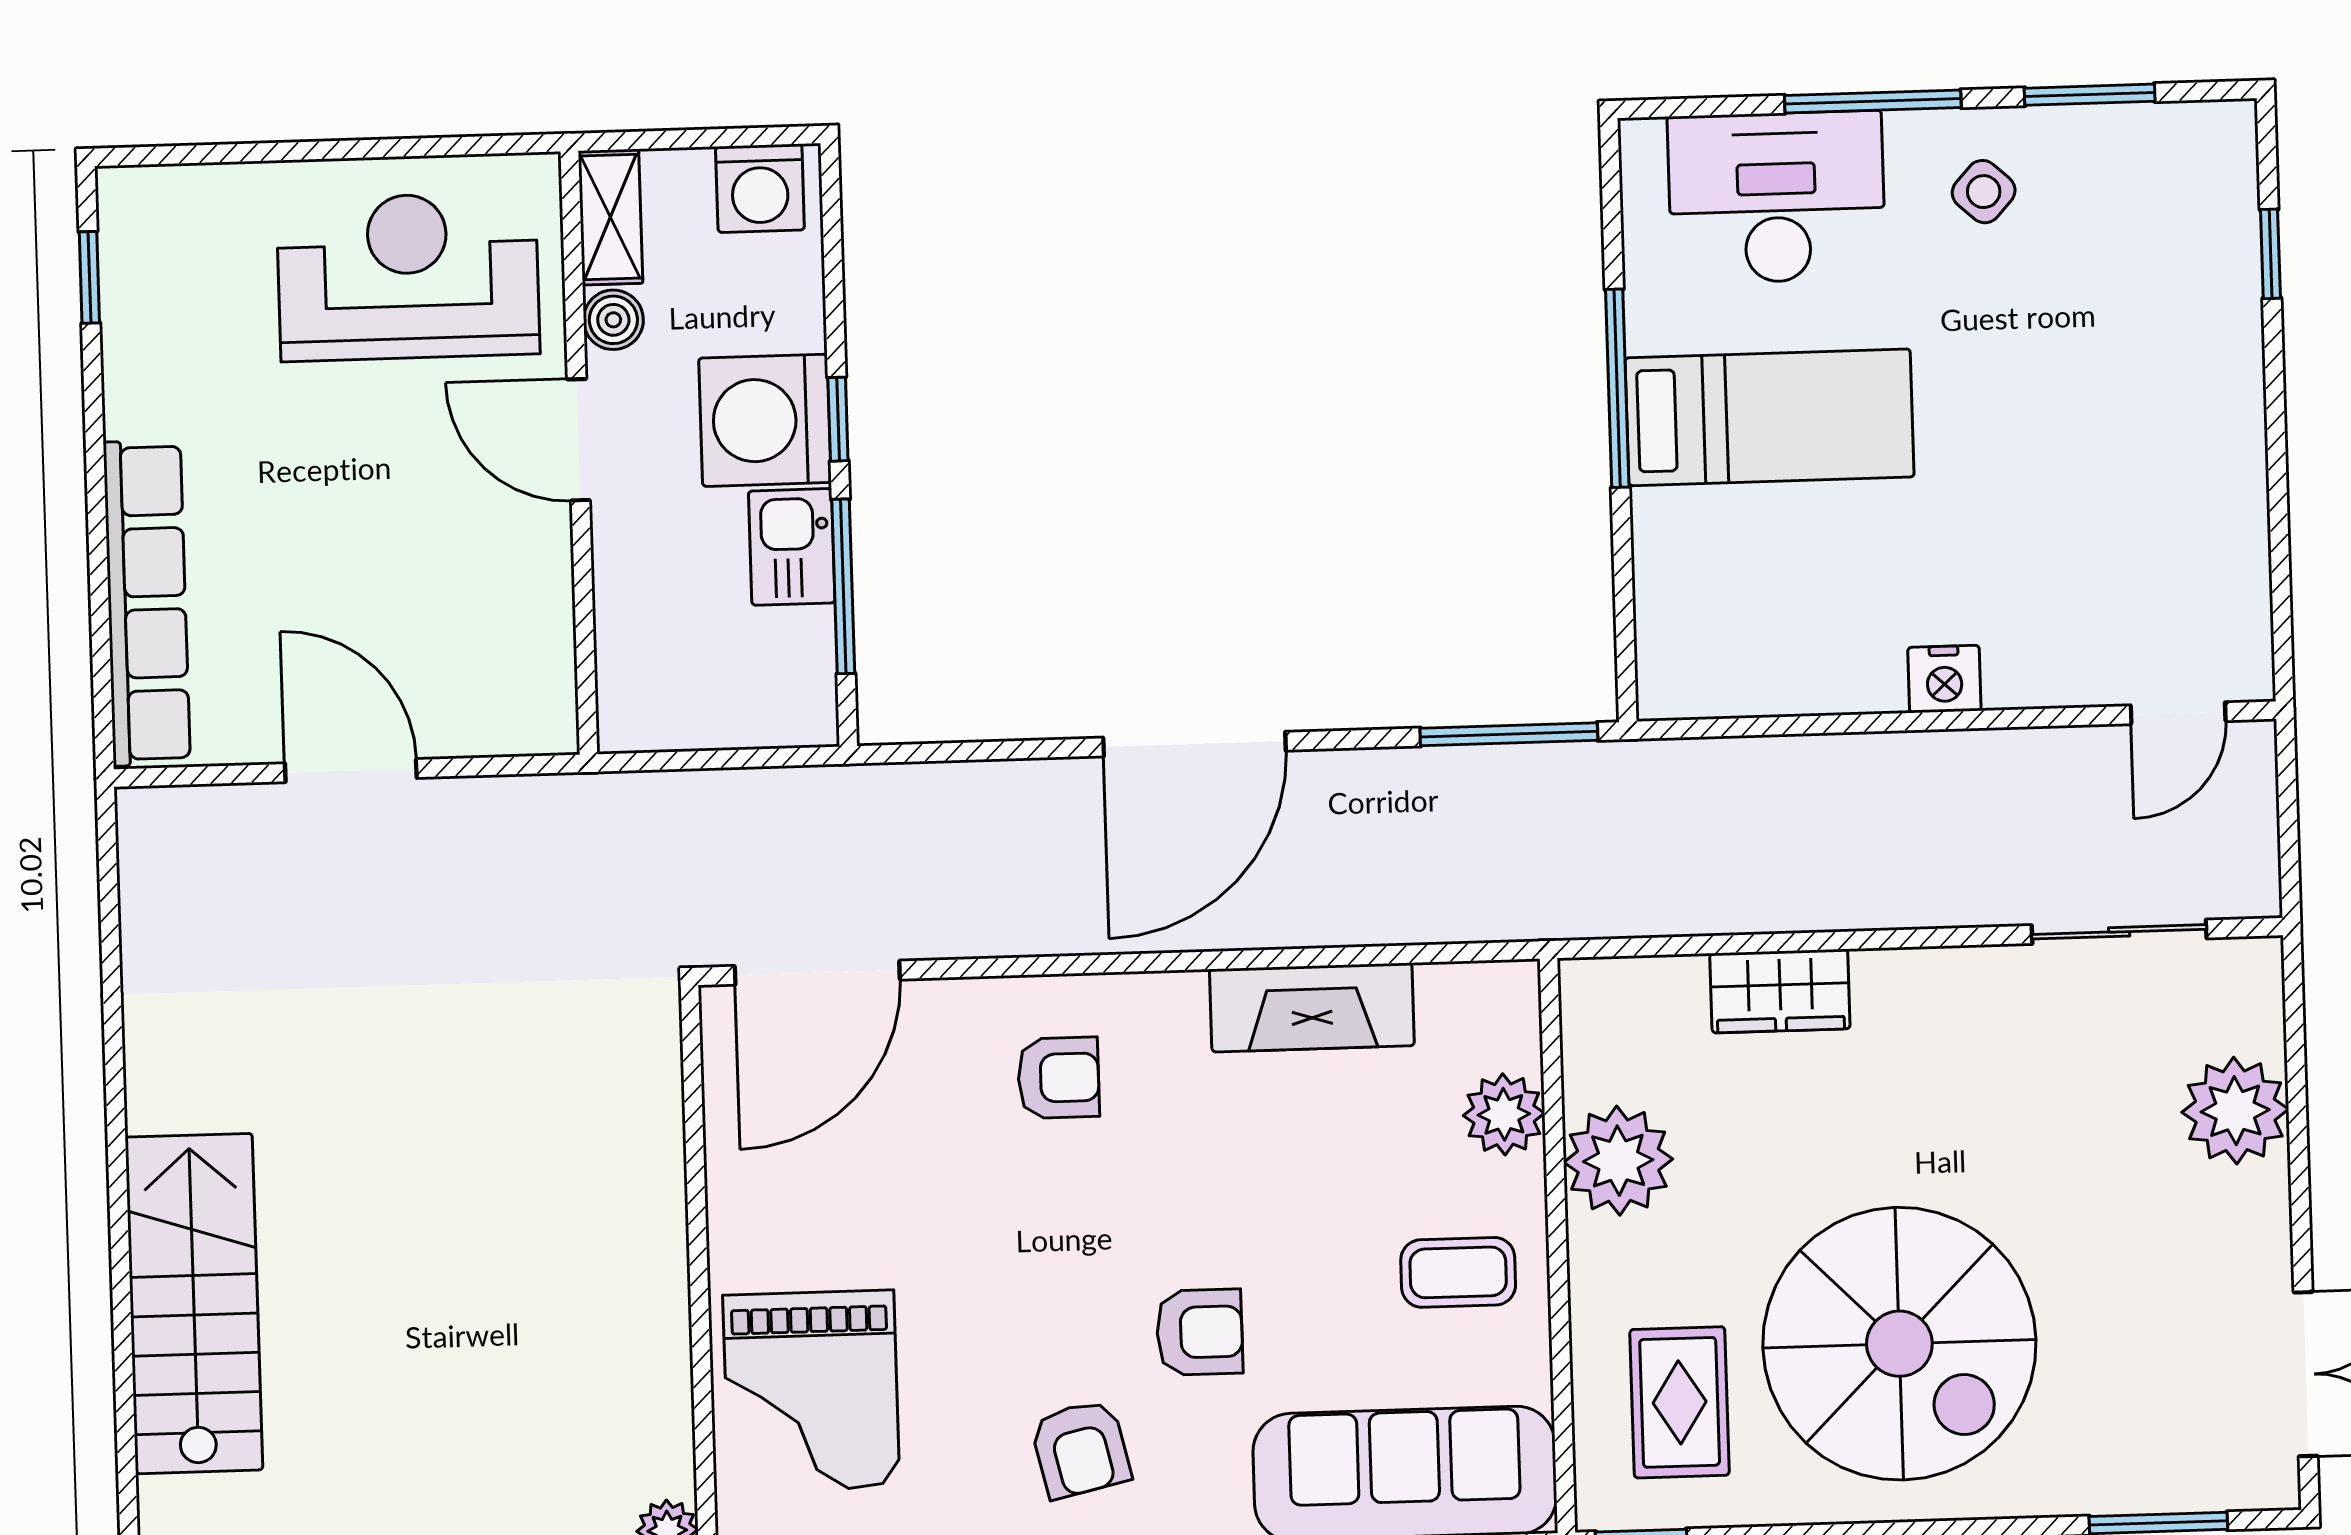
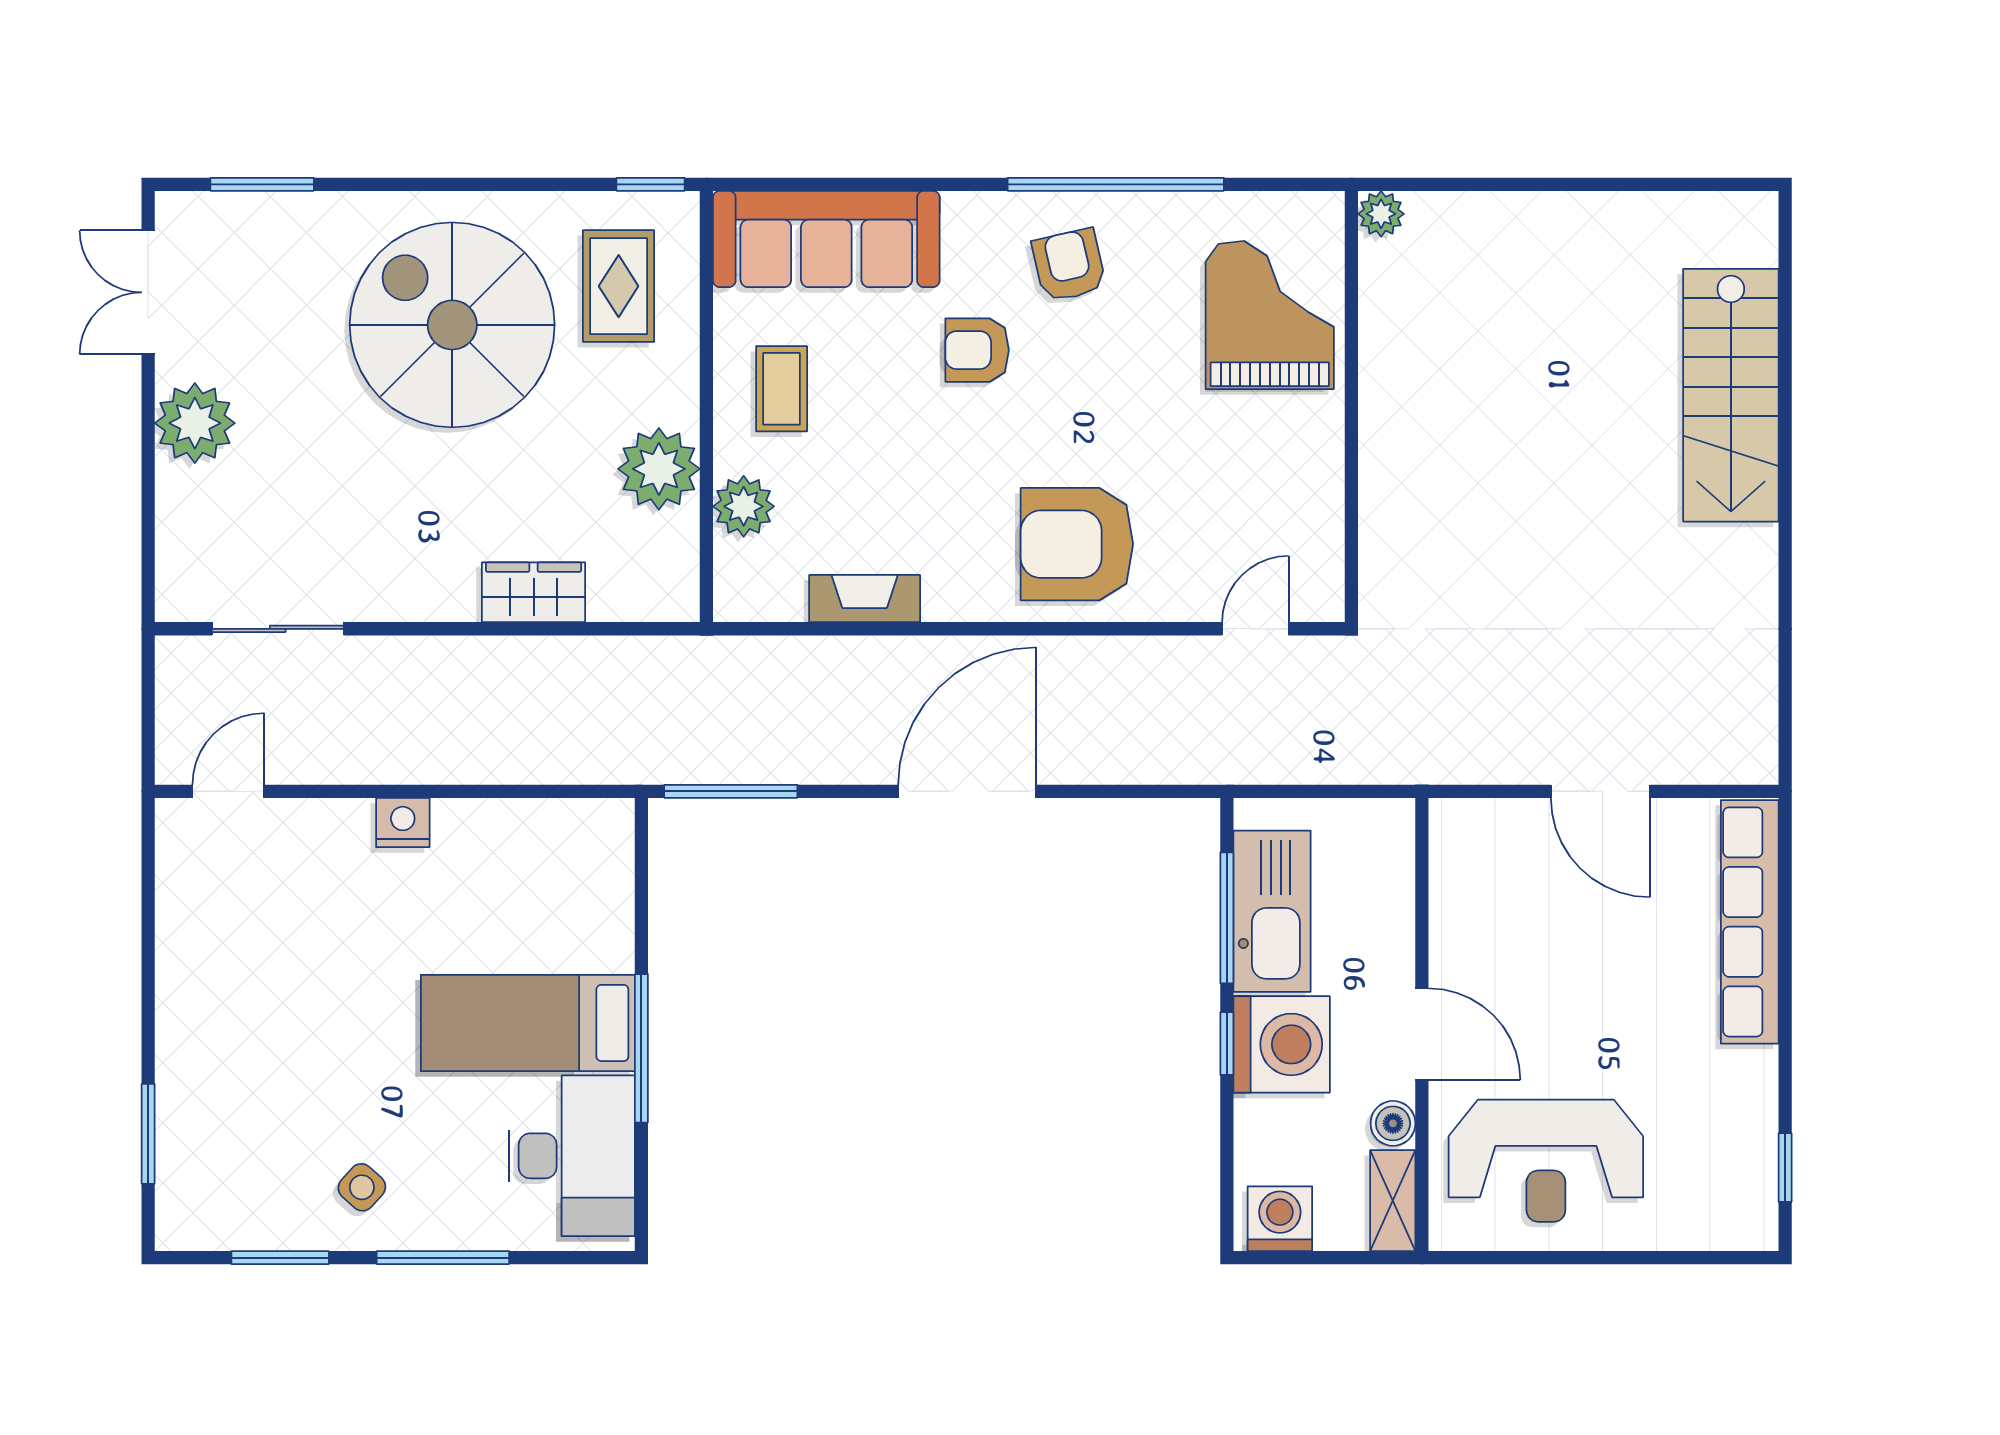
desk: (1777, 197) -> (572, 1156), moved, turned -90
window: (2270, 254) -> (148, 1134), width x1.50
kitchen sink: (792, 547) -> (1272, 911), width x1.88, depth x1.24
door: (817, 973) -> (1255, 629), width x0.53
fireplace: (1312, 1007) -> (865, 599), width x0.73, depth x0.76
armchair: (1058, 1078) -> (1077, 544), width x1.88, depth x1.88
plant: (2235, 1111) -> (195, 423), moved
coffee table: (1458, 1272) -> (782, 389), turned 90

